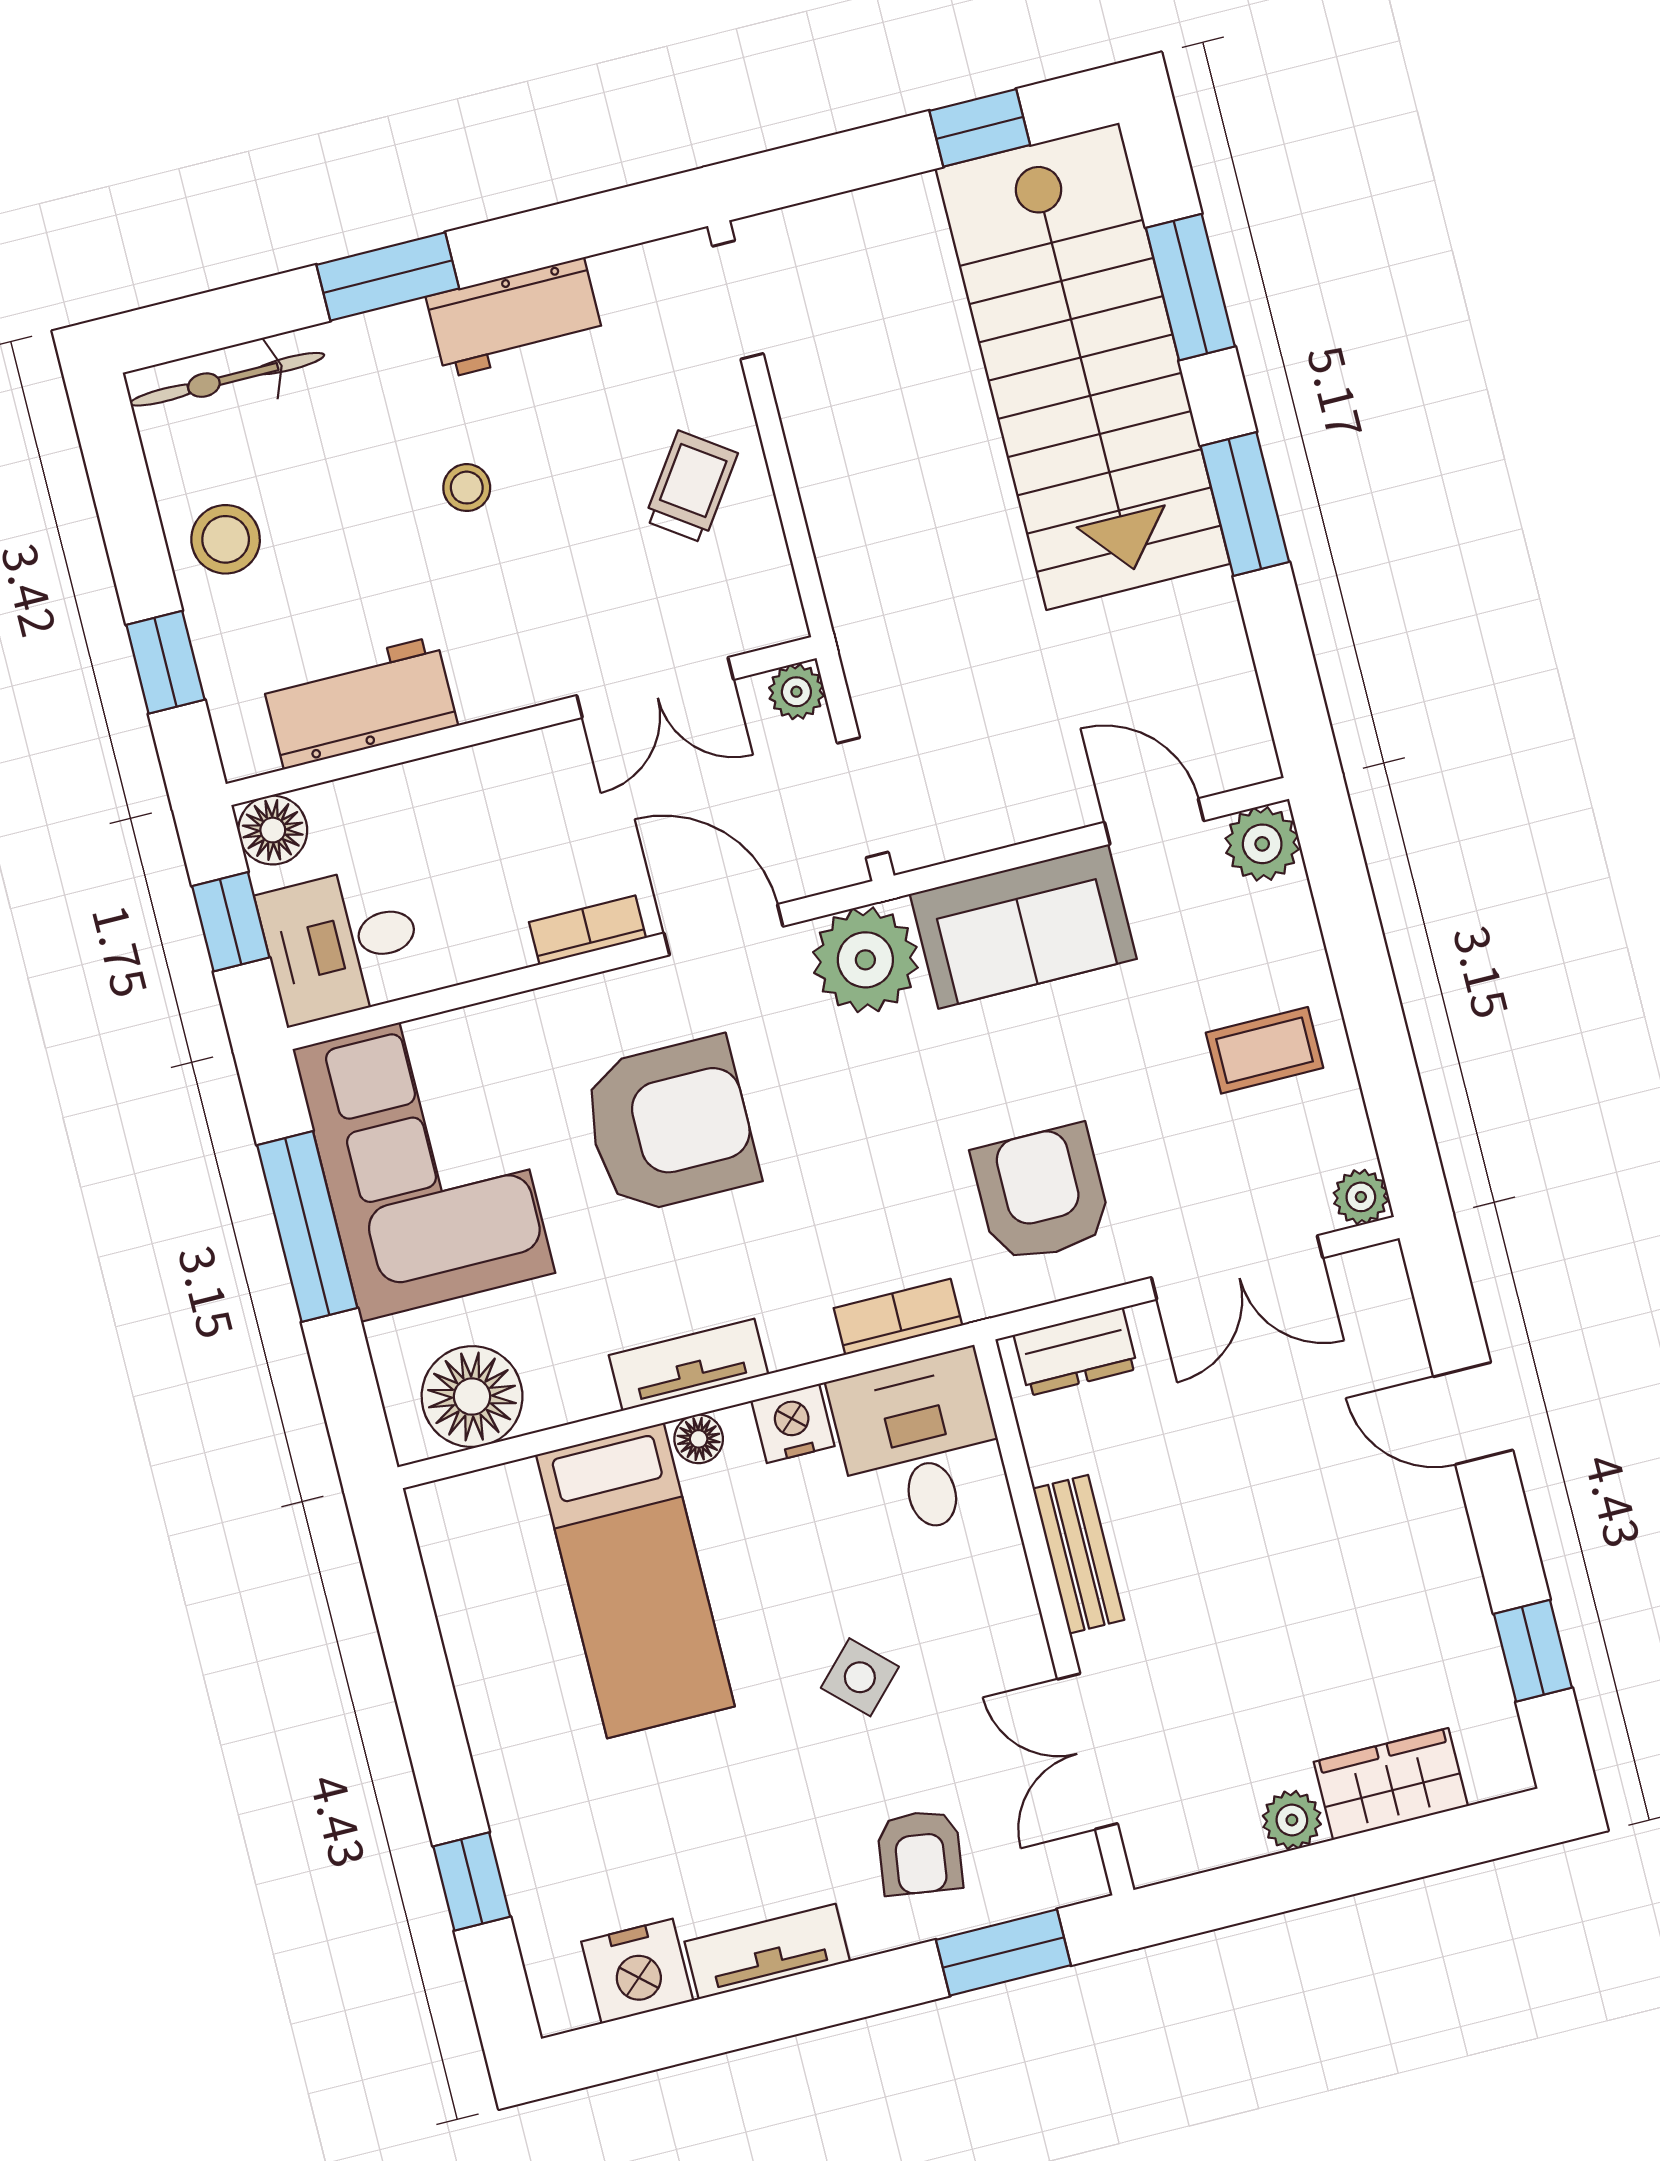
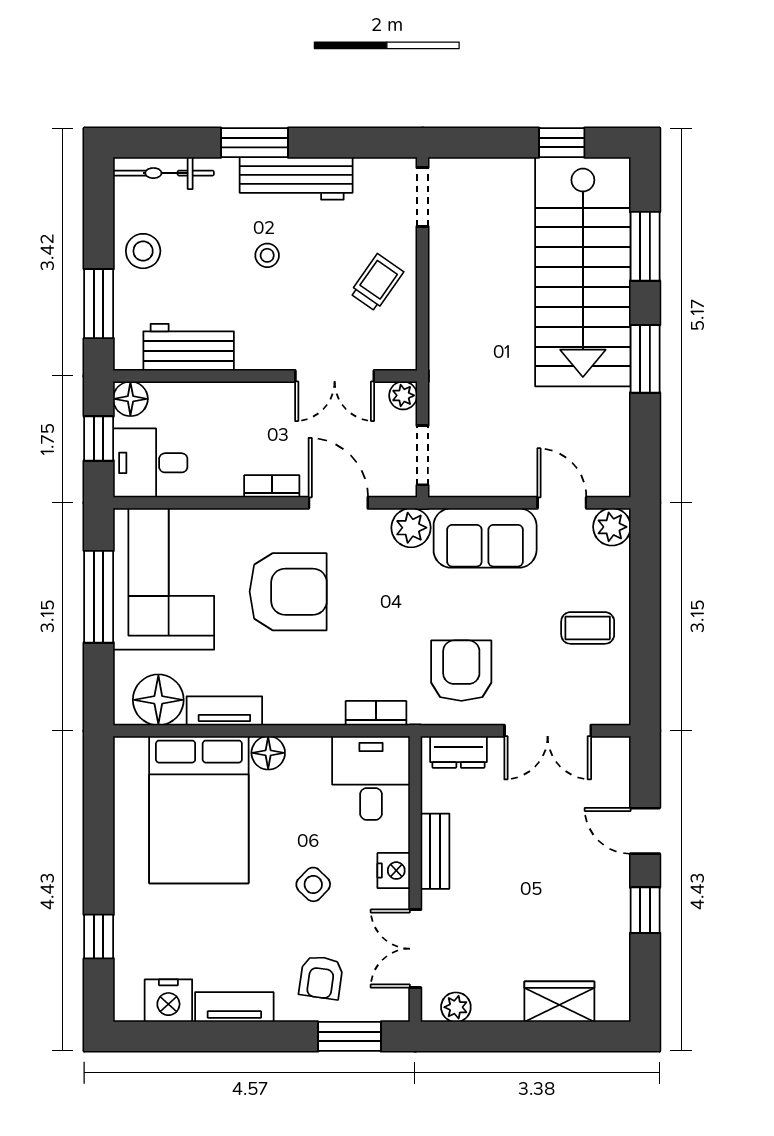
workbench: (515, 318) -> (296, 178), width x1.38
window: (165, 662) -> (99, 304), width x1.50
plant: (865, 960) -> (411, 528), width x0.73, depth x0.73
plant: (1361, 1197) -> (617, 711), removed
tv unit: (688, 1365) -> (224, 711), moved
nightstand: (793, 1423) -> (394, 871), moved, turned 90
floor lamp: (699, 1439) -> (268, 753), width x1.37, depth x1.37
bed: (635, 1581) -> (199, 810), width x1.50
window: (1533, 1651) -> (645, 910), moved
plant: (1292, 1820) -> (456, 1007), moved

